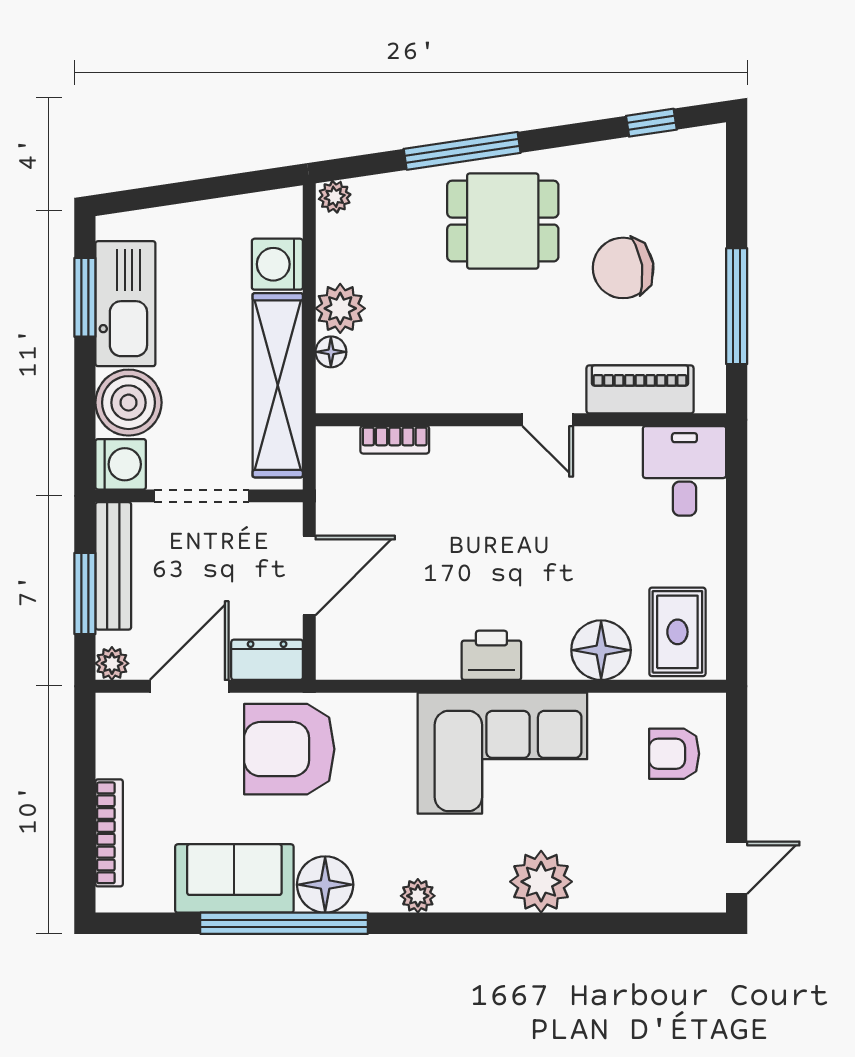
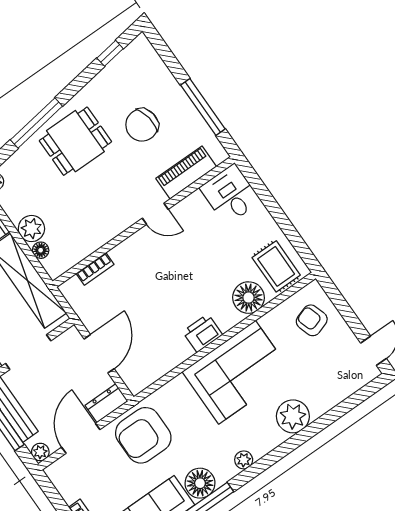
armchair: (674, 754) -> (312, 320), turned 72

